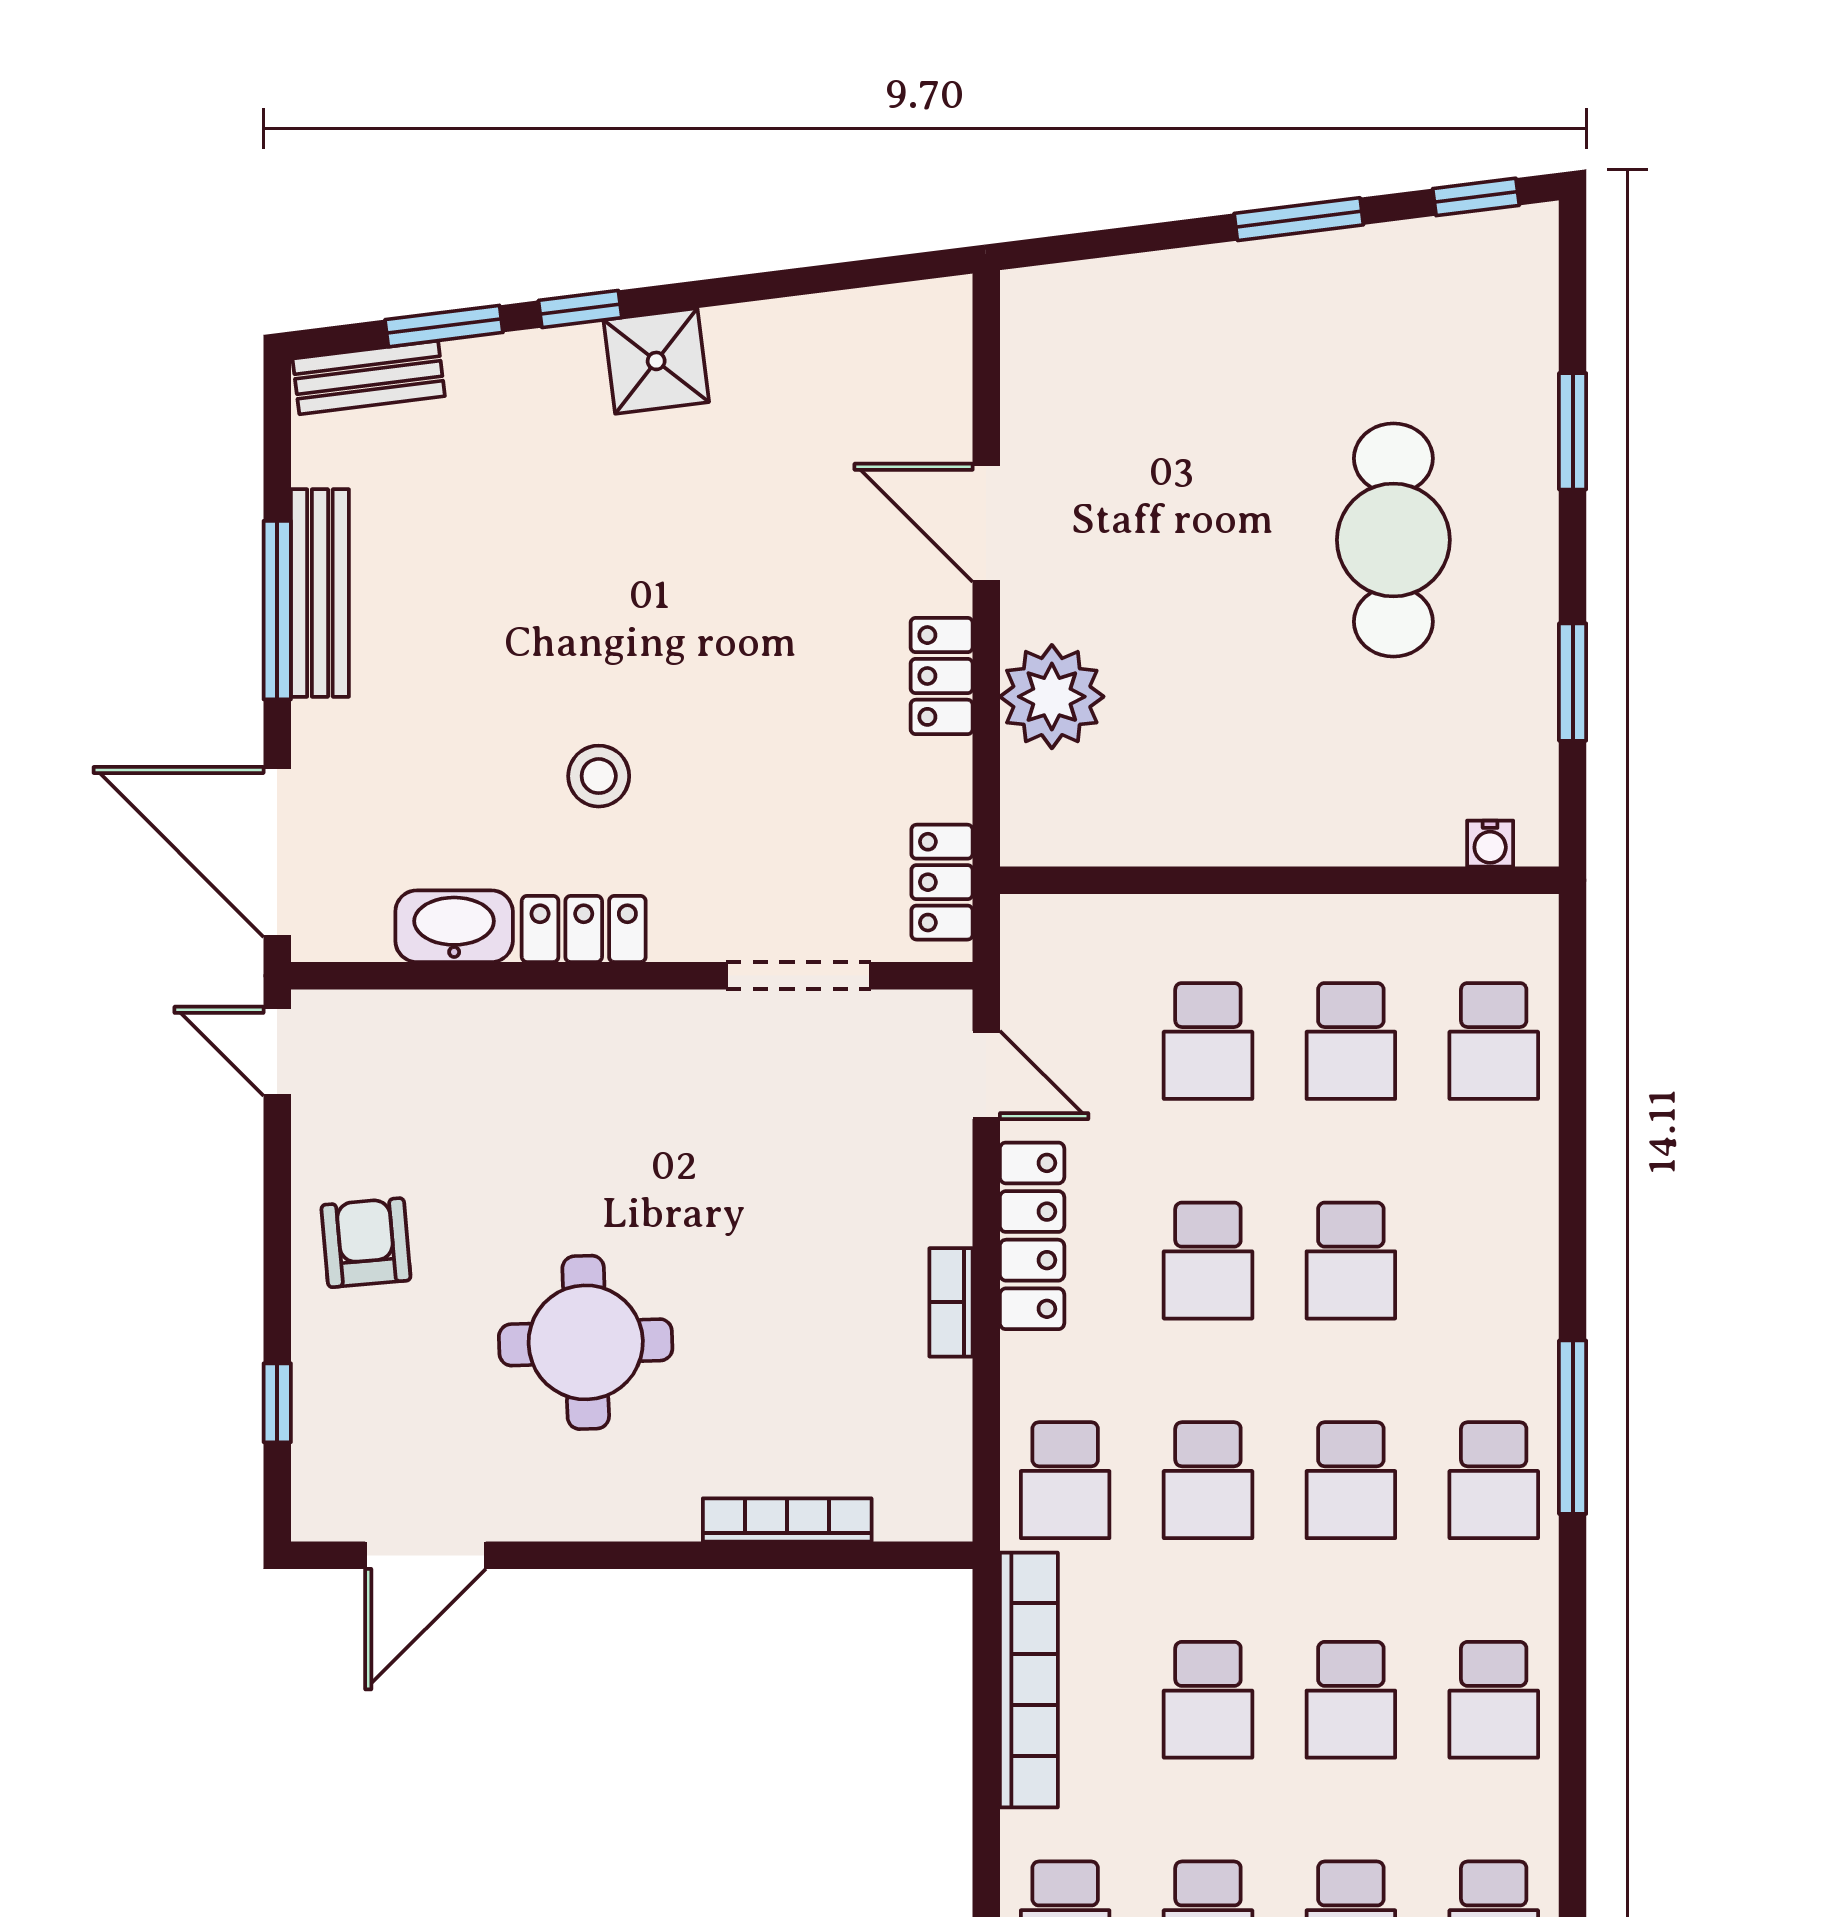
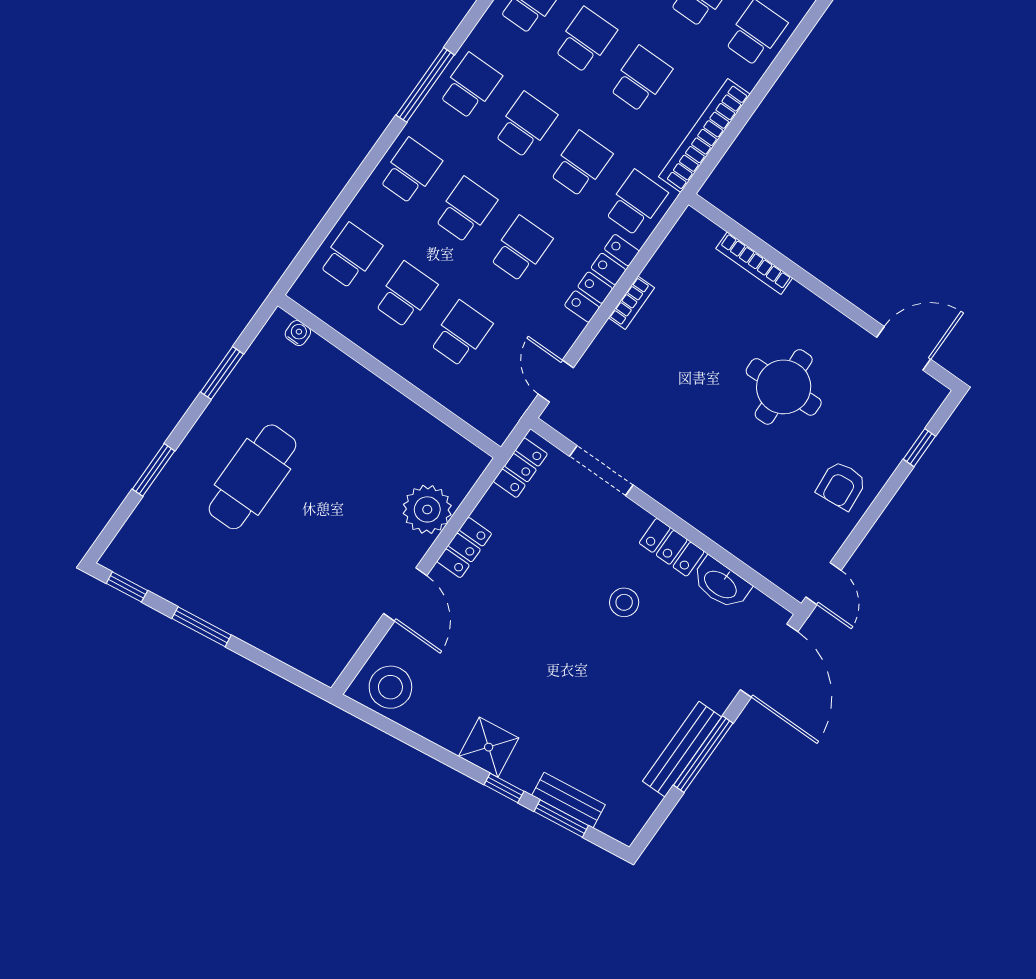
stool: (899, 345) -> (390, 687), added
bench: (369, 377) -> (568, 800), moved
locker: (1032, 1236) -> (602, 278), moved
school desk: (1494, 1261) -> (410, 171), added

